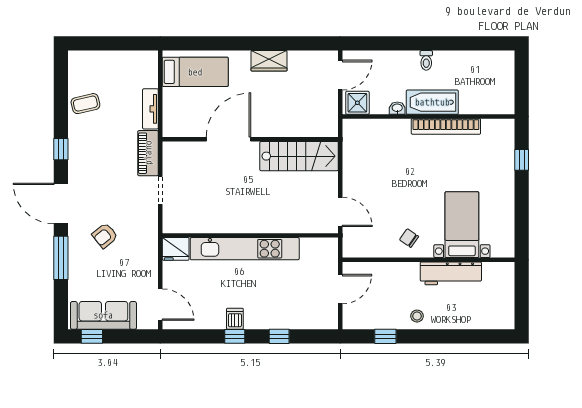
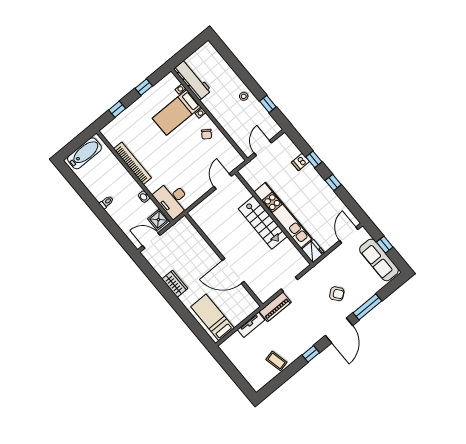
bathtub: (432, 102) -> (84, 153), moved, turned -90
desk: (367, 138) -> (173, 199), added
stairs: (299, 156) -> (263, 223), moved, turned 180
window: (522, 211) -> (144, 87), added
workbench: (451, 273) -> (192, 80), moved
door: (340, 289) -> (263, 148), hinge flipped
dishwasher: (235, 319) -> (301, 162), moved
window: (92, 336) -> (385, 245), moved

